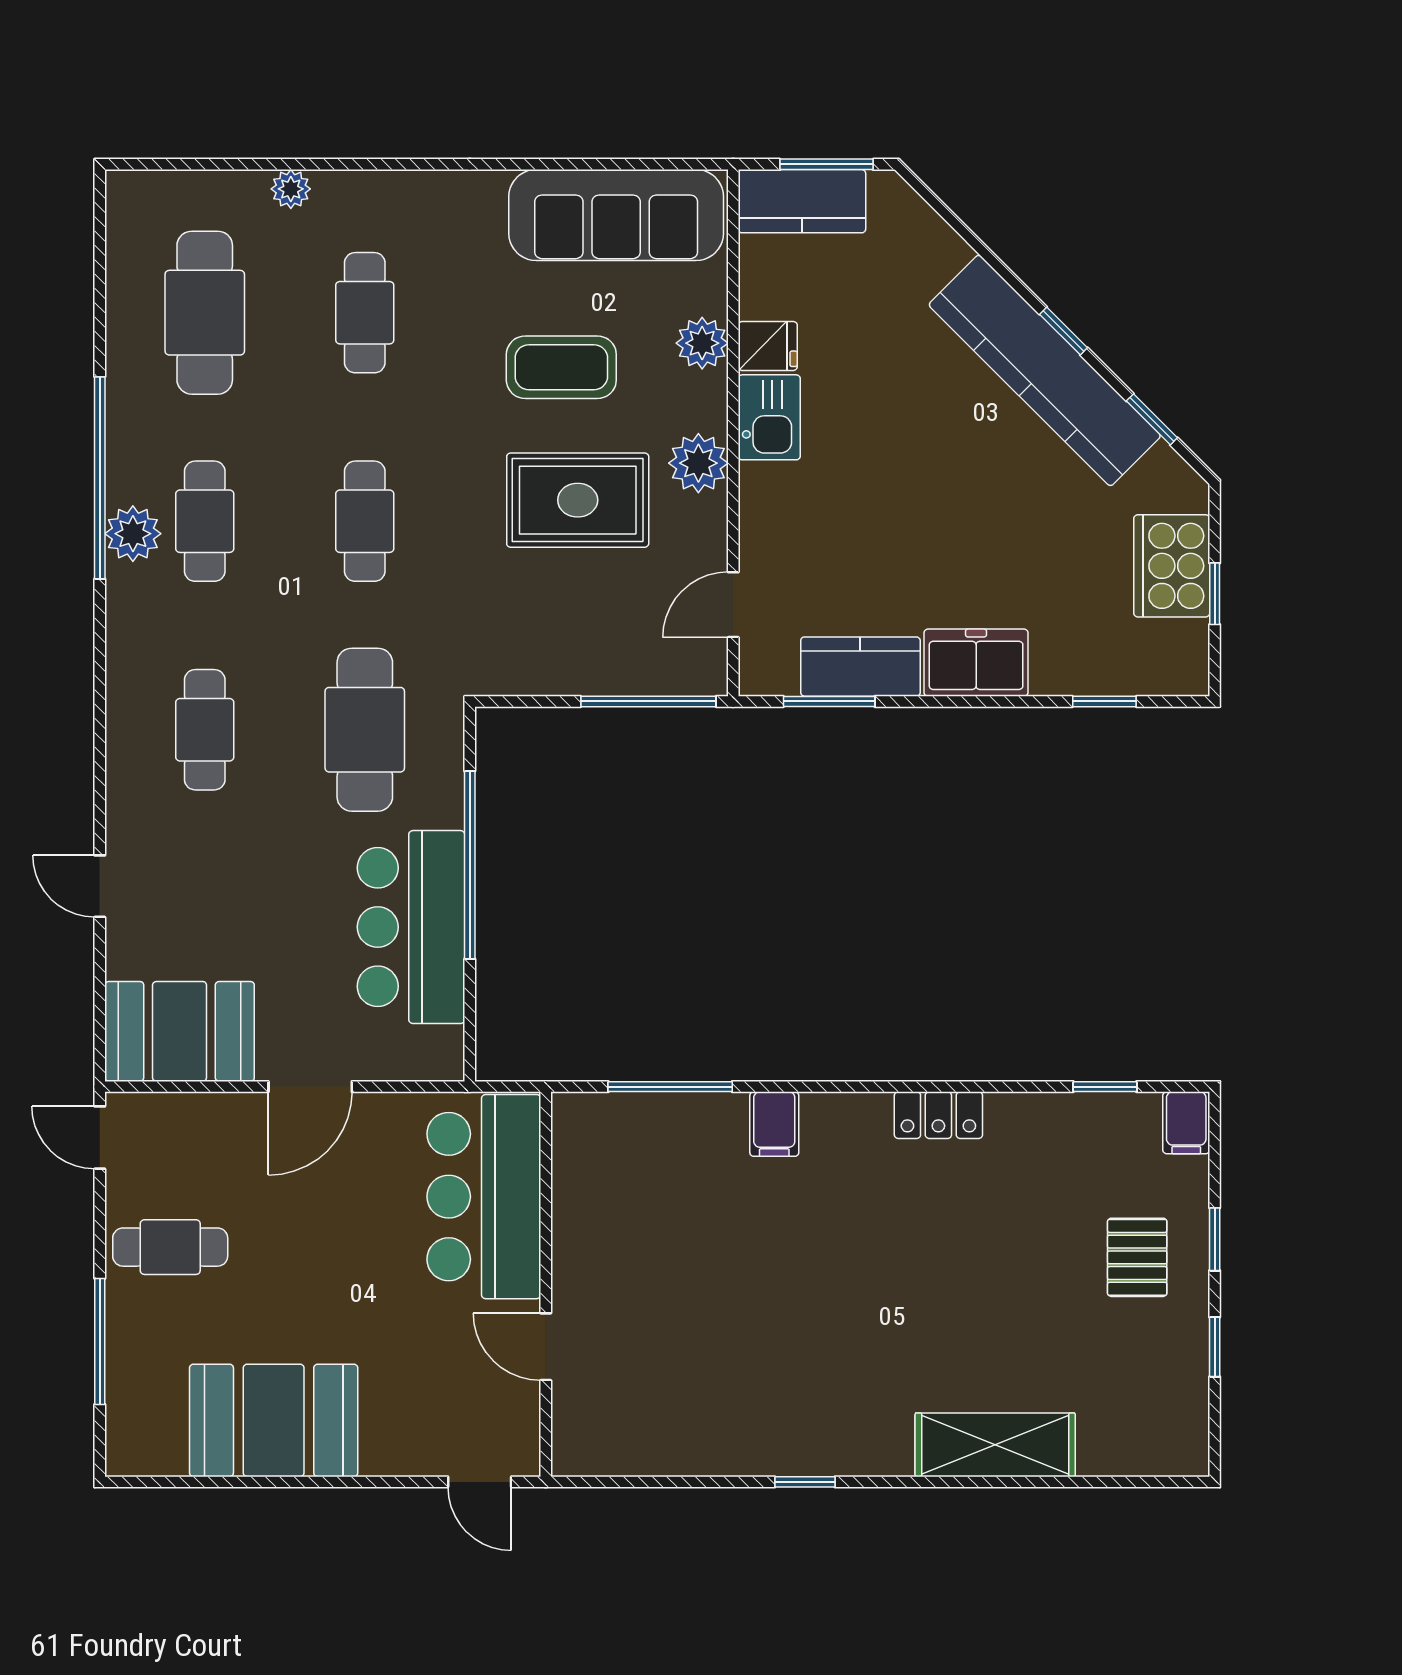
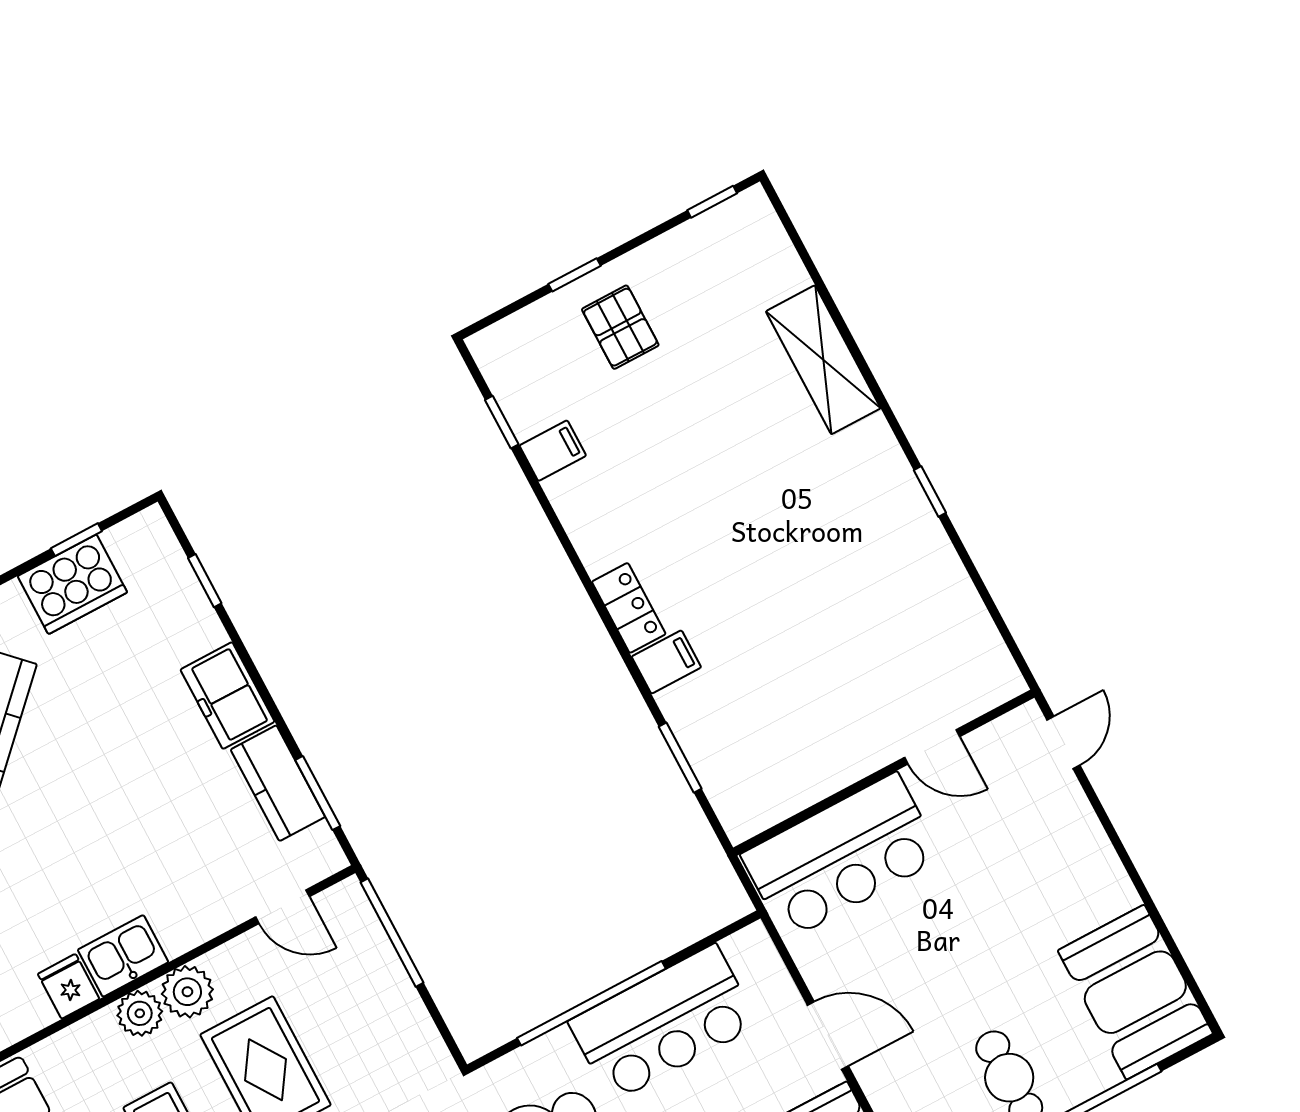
plant: (702, 343) -> (140, 1013), moved
window: (670, 1087) -> (680, 758), width x0.69
locker: (938, 1115) -> (629, 608), moved
filing cabinet: (1186, 1123) -> (553, 451), moved
pallet: (1137, 1257) -> (620, 327), turned 90
door: (546, 1347) -> (932, 747), hinge flipped
window: (1215, 1347) -> (712, 202), moved
booth: (274, 1420) -> (1135, 992), moved

